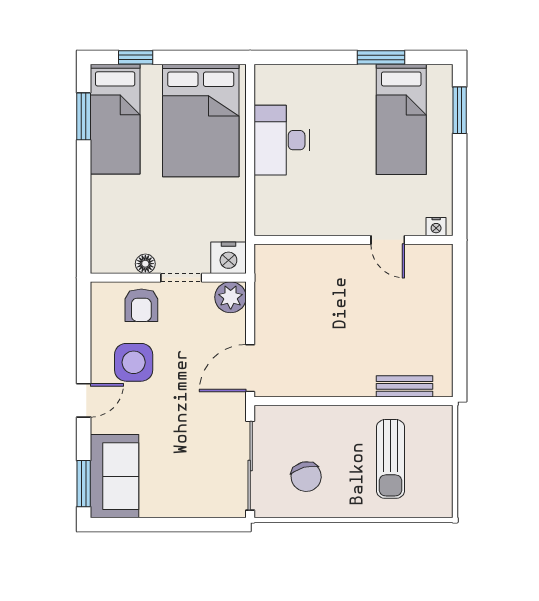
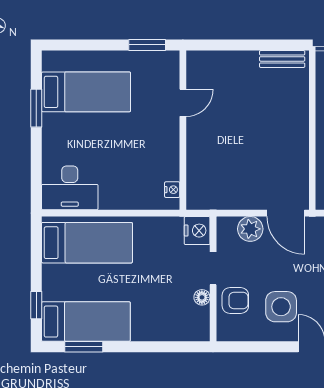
window: (460, 110) -> (147, 45), moved
bed: (201, 120) -> (87, 243), width x0.67
desk: (282, 140) -> (70, 188), moved
nightstand: (436, 227) -> (172, 190), moved
plant: (231, 297) -> (250, 229), moved
bench: (404, 386) -> (282, 59), moved, turned 90

